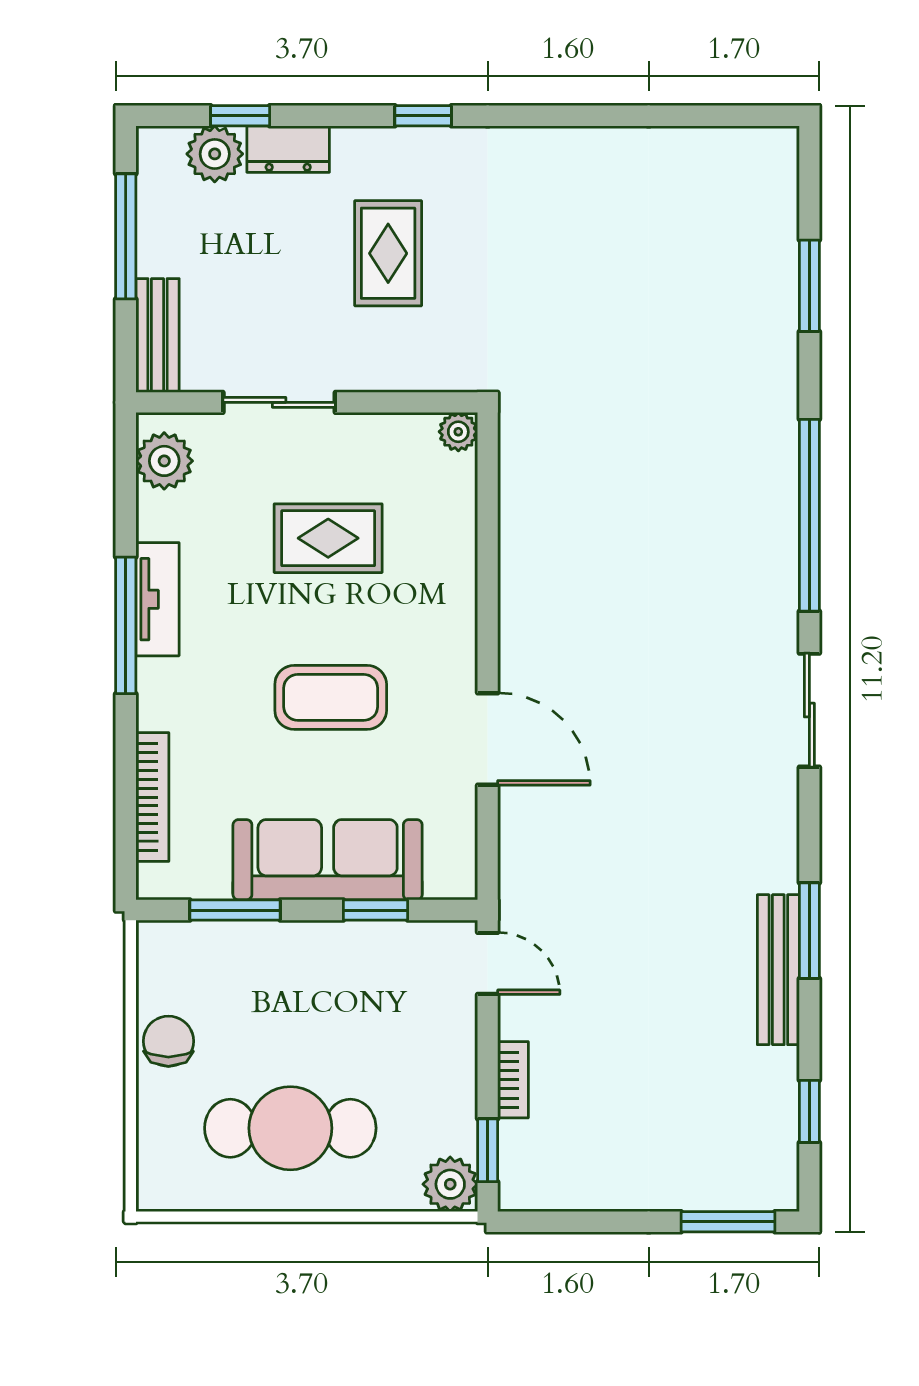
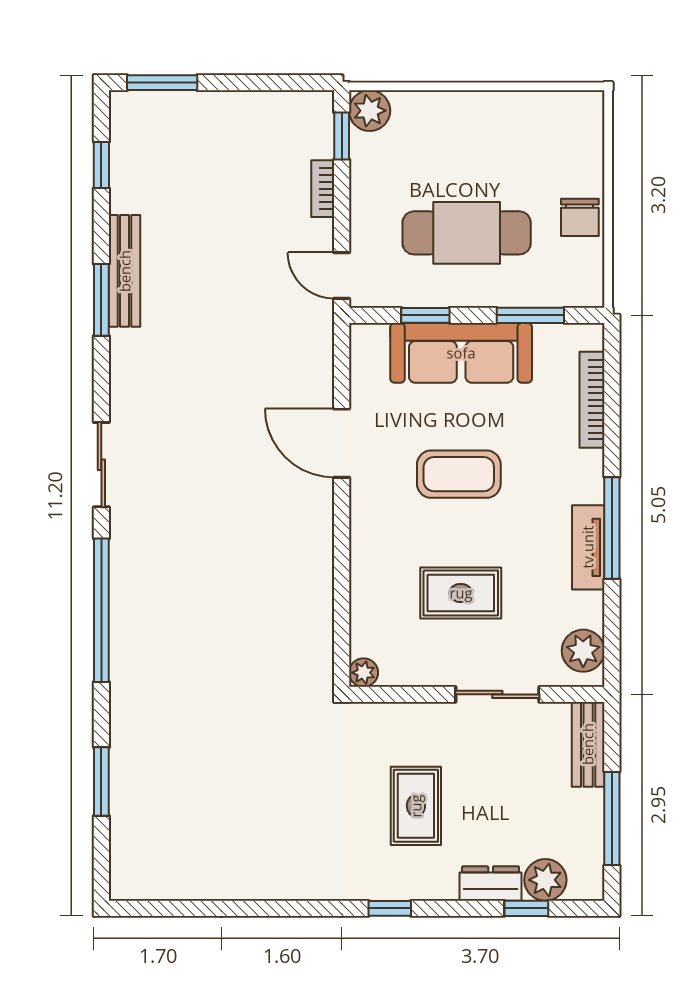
cafe table: (290, 1128) -> (467, 233), moved

